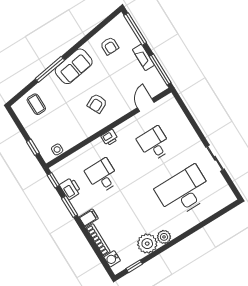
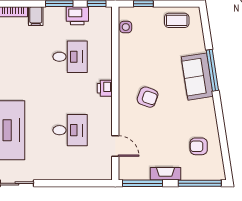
sofa: (74, 66) -> (197, 77), moved
armchair: (97, 103) -> (148, 97), turned 136
coffee table: (36, 104) -> (177, 20), moved

